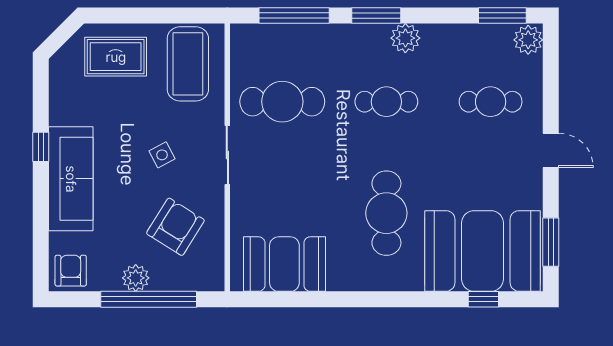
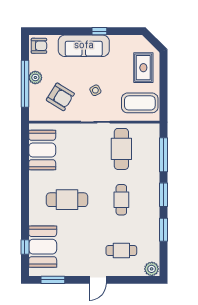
window: (502, 15) -> (163, 230), moved
plant: (405, 38) -> (152, 209), removed
cafe table: (491, 102) -> (121, 251), turned 90
booth: (483, 251) -> (43, 247), width x0.73, depth x0.70

